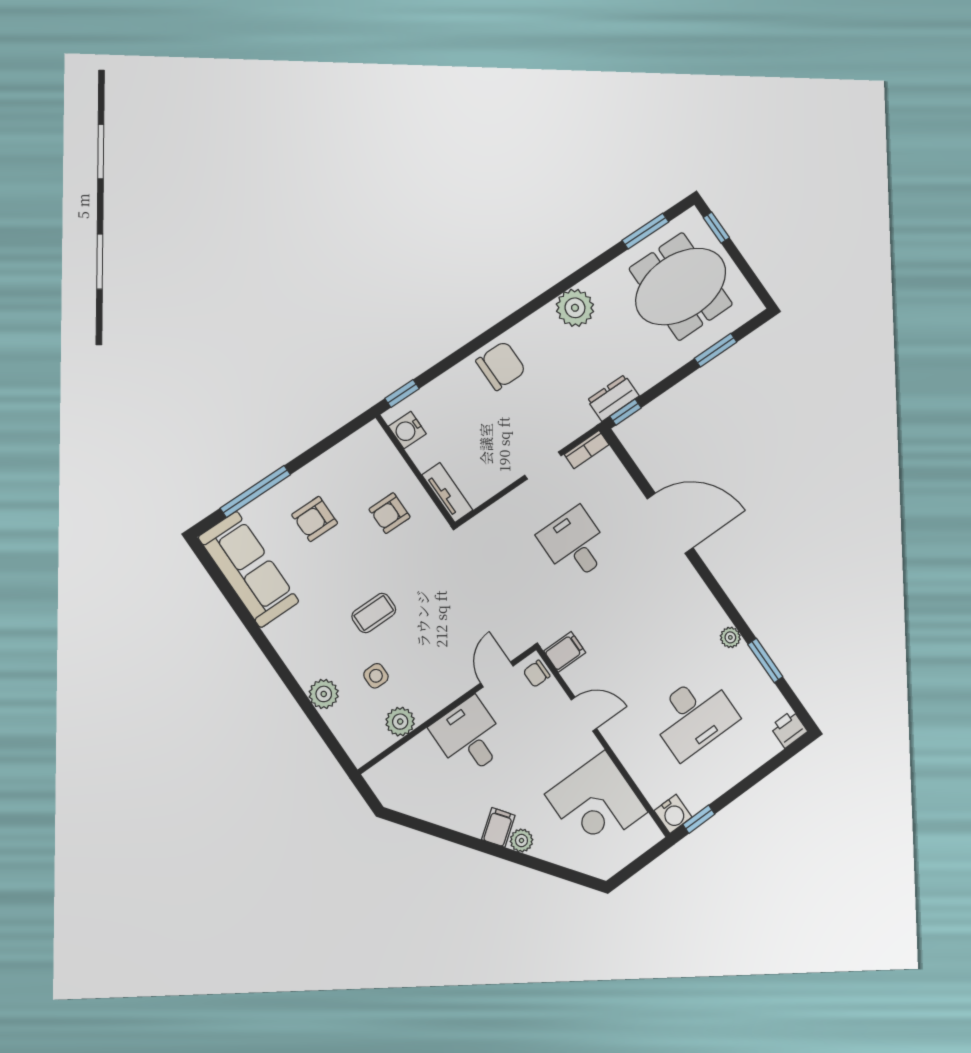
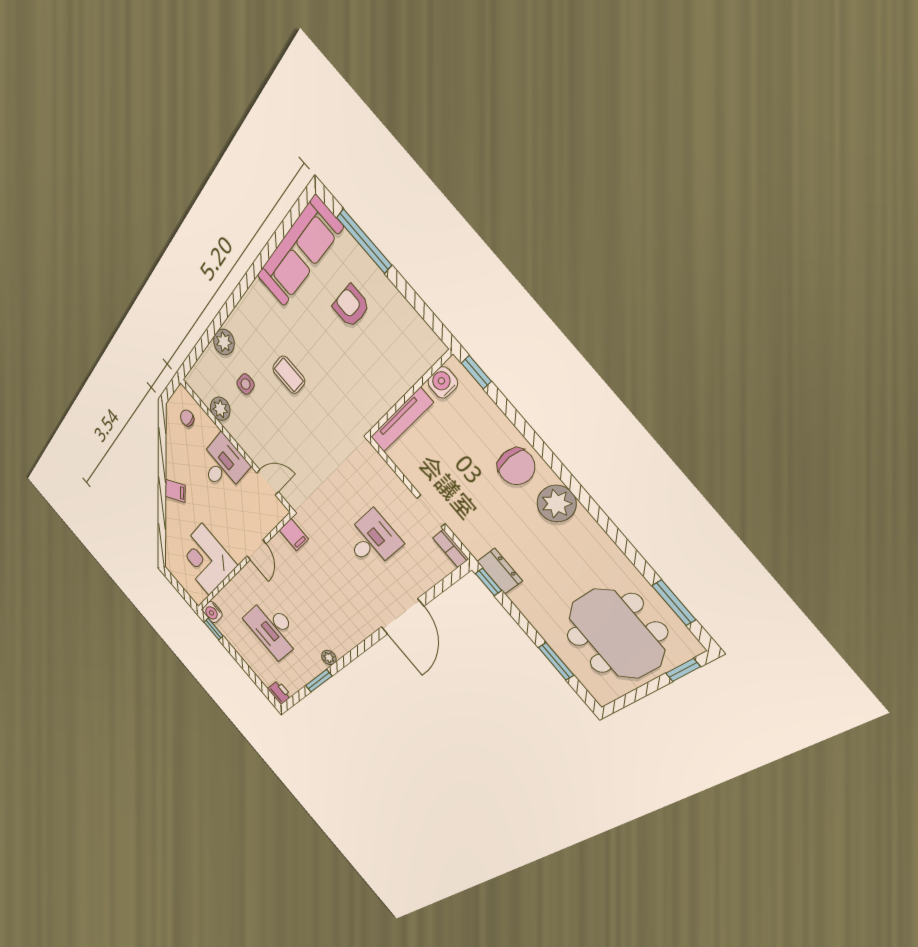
plant: (575, 308) -> (557, 504), moved
tv unit: (447, 493) -> (401, 420), width x1.41
armchair: (390, 513) -> (368, 376), removed
chair: (537, 674) -> (187, 418), moved
plant: (521, 840) -> (172, 508), removed

